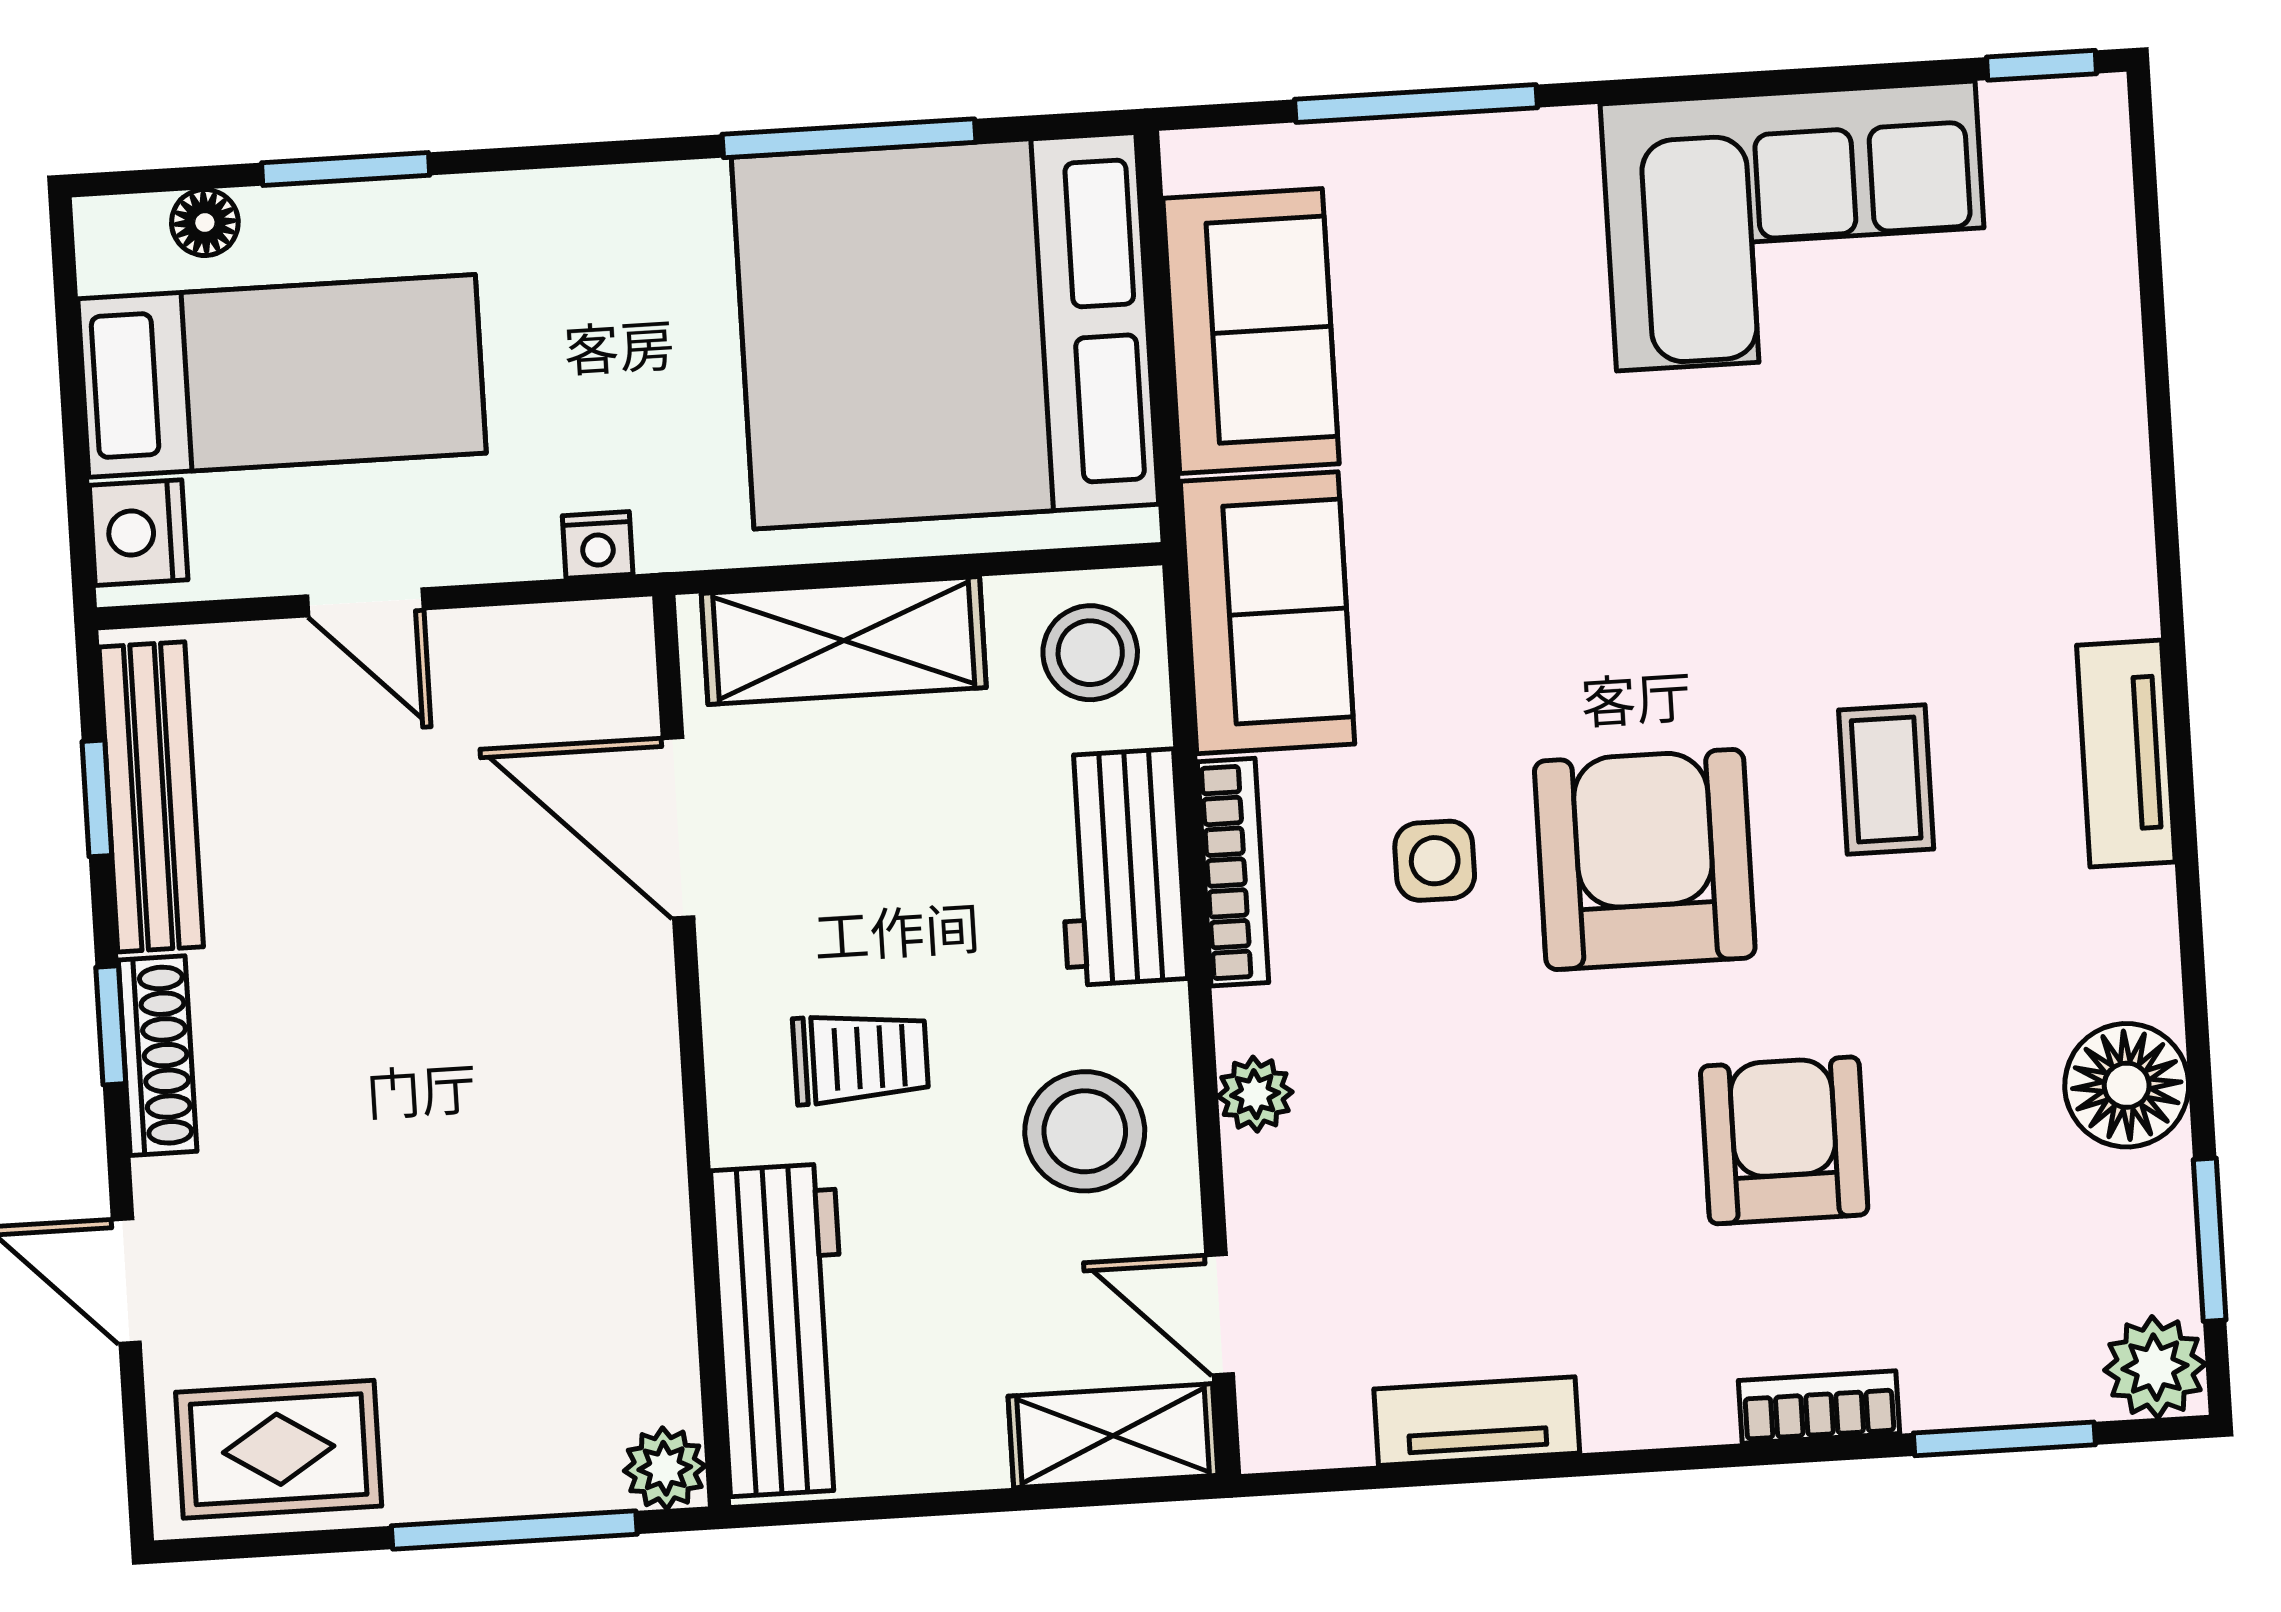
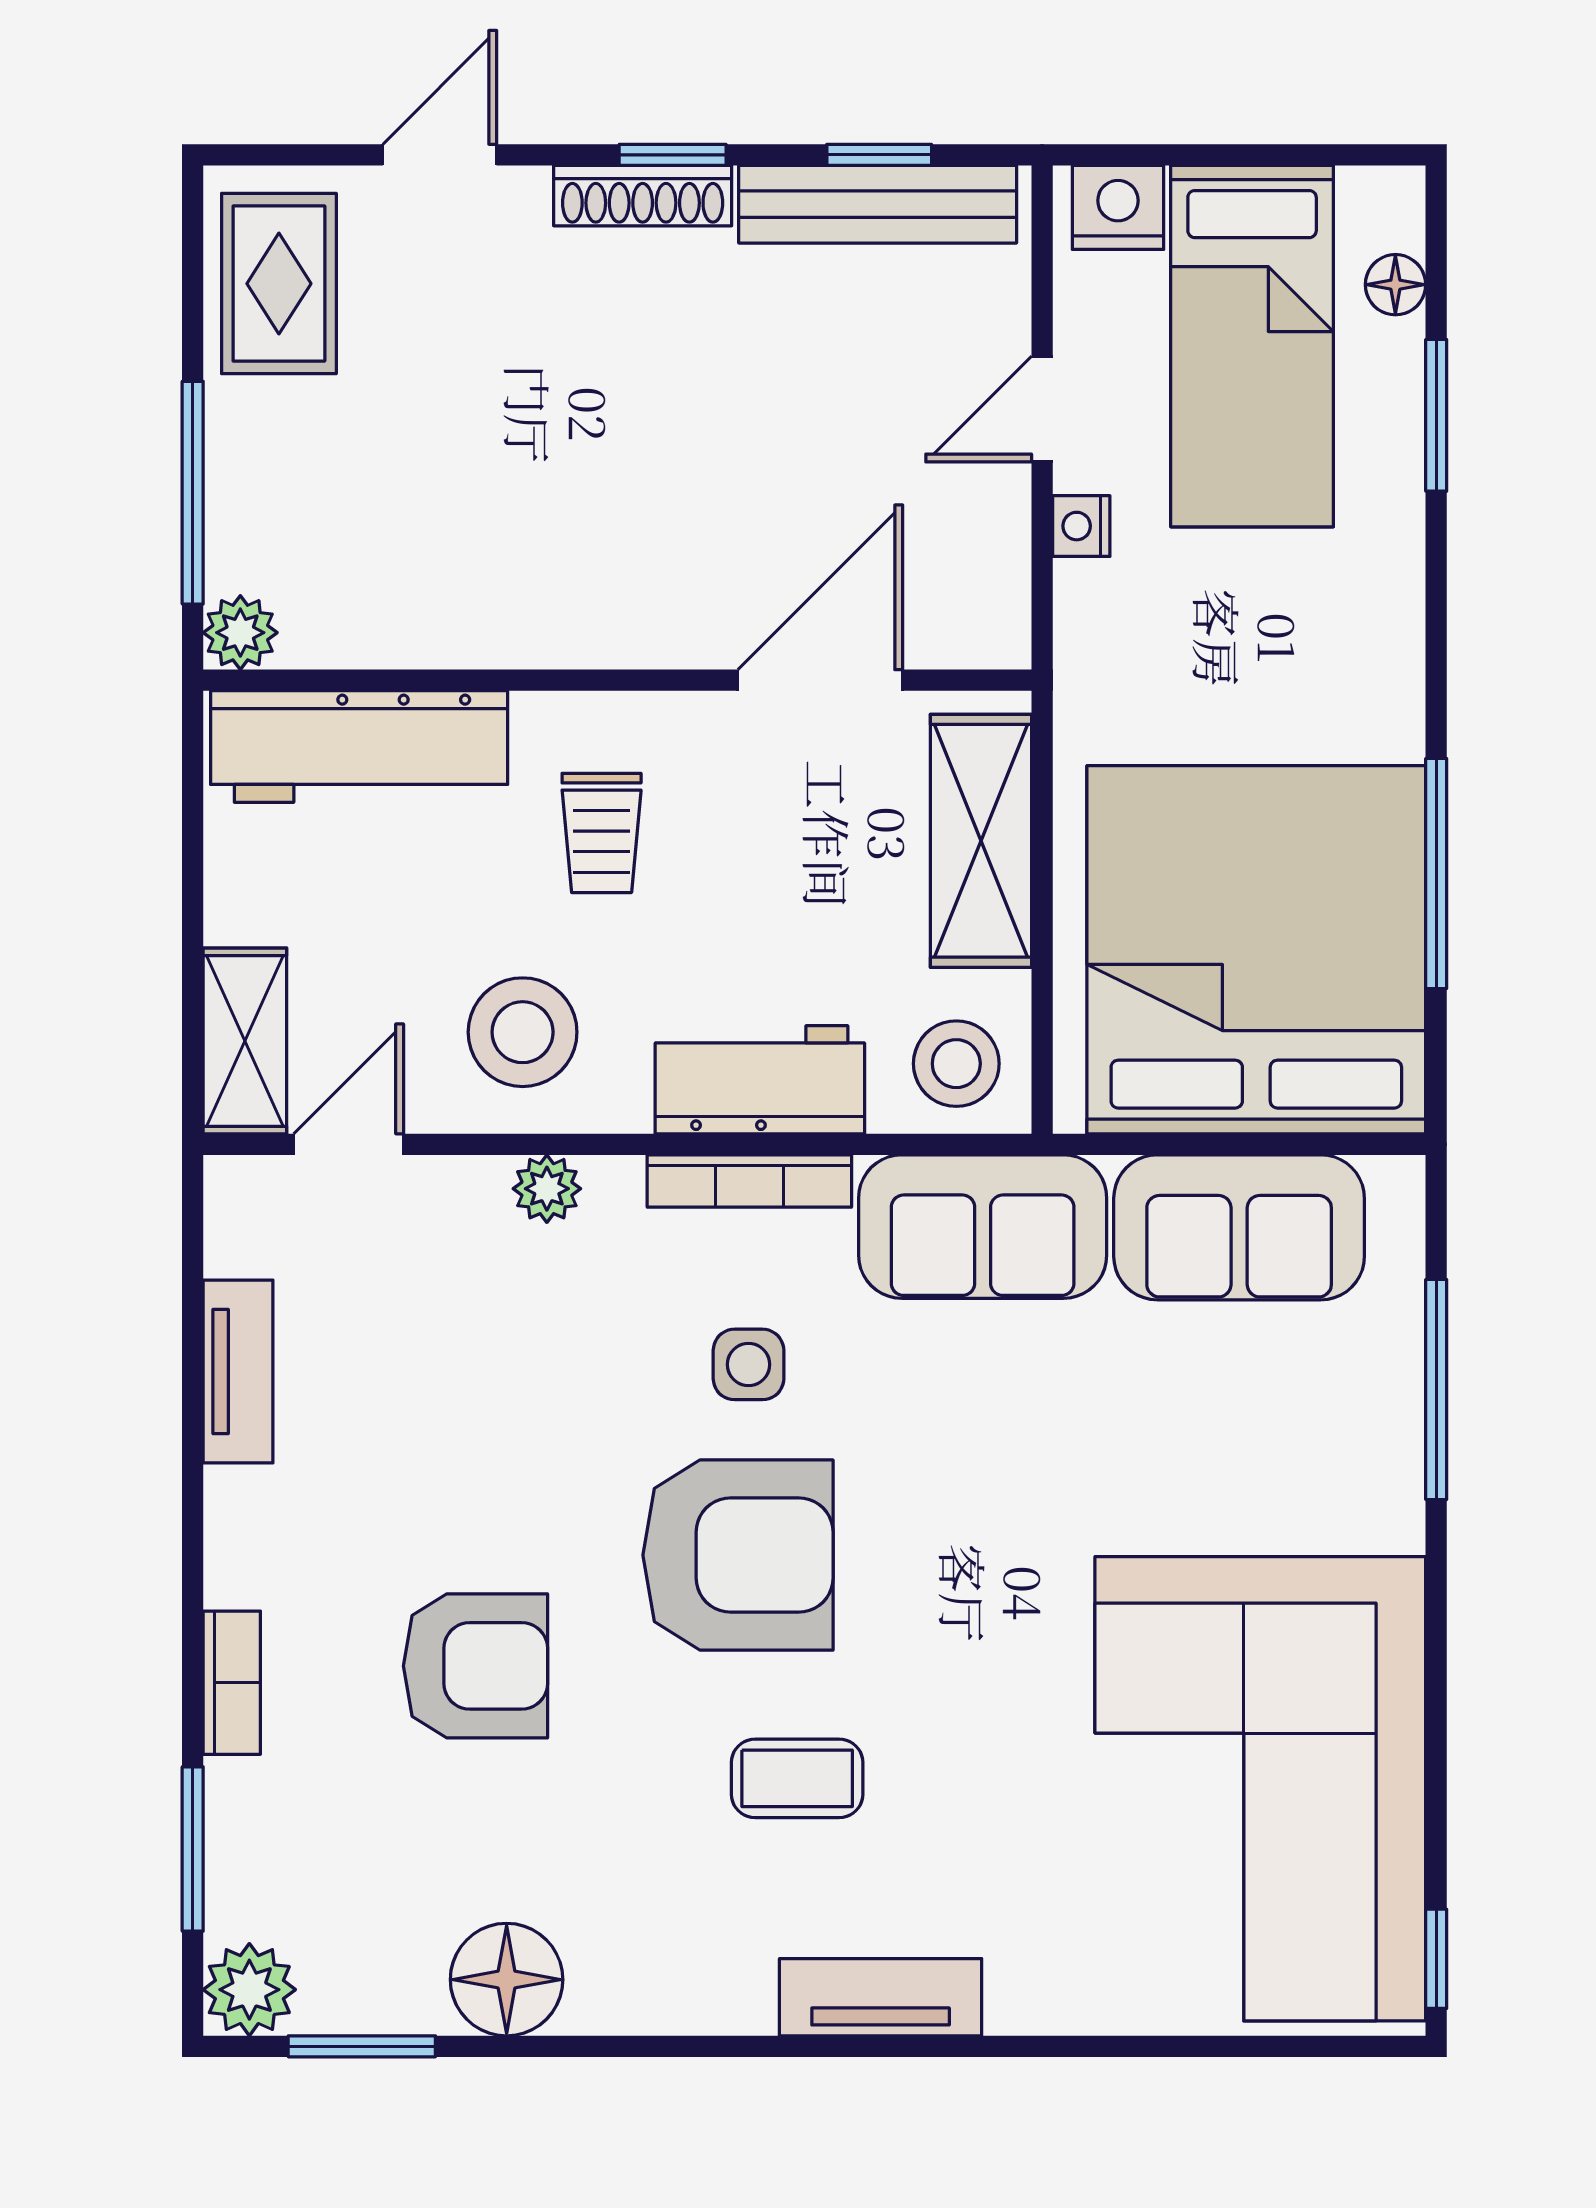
corner sofa: (1796, 226) -> (1260, 1789), width x1.36, depth x1.36
nightstand: (598, 545) -> (1081, 526), moved
tv unit: (2126, 754) -> (881, 1997), moved

